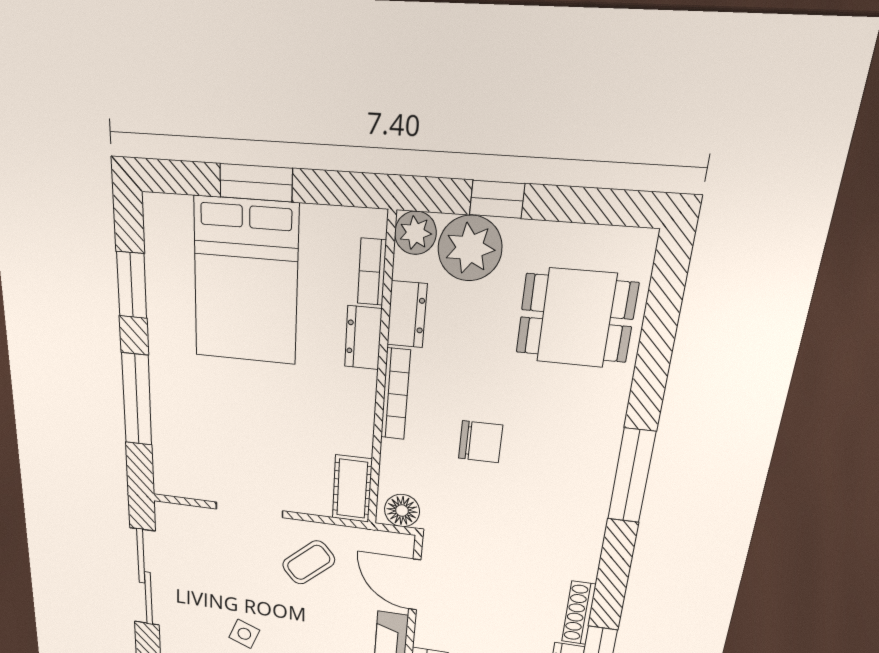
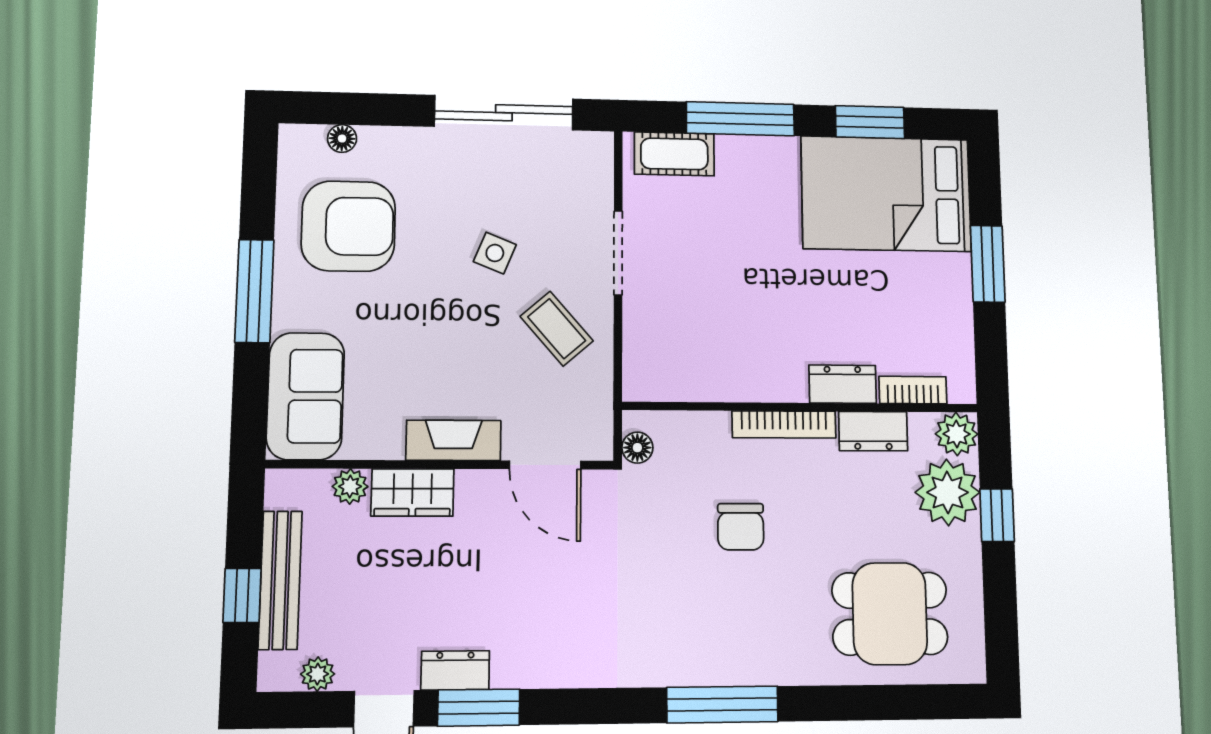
bed: (246, 282) -> (886, 194), moved
dining table: (576, 318) -> (890, 614), turned 90
cot: (352, 489) -> (674, 154), moved
floor lamp: (402, 511) -> (637, 448), width x0.73, depth x0.73
door: (415, 585) -> (545, 465), swing flipped
shoe rack: (579, 613) -> (536, 674), removed
side table: (244, 634) -> (495, 253), moved

